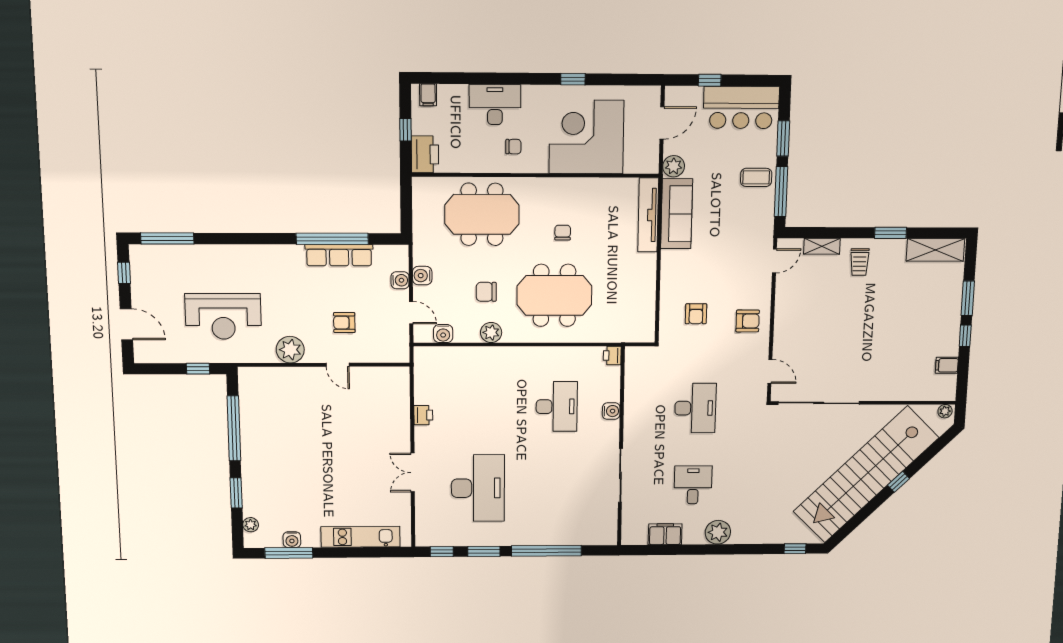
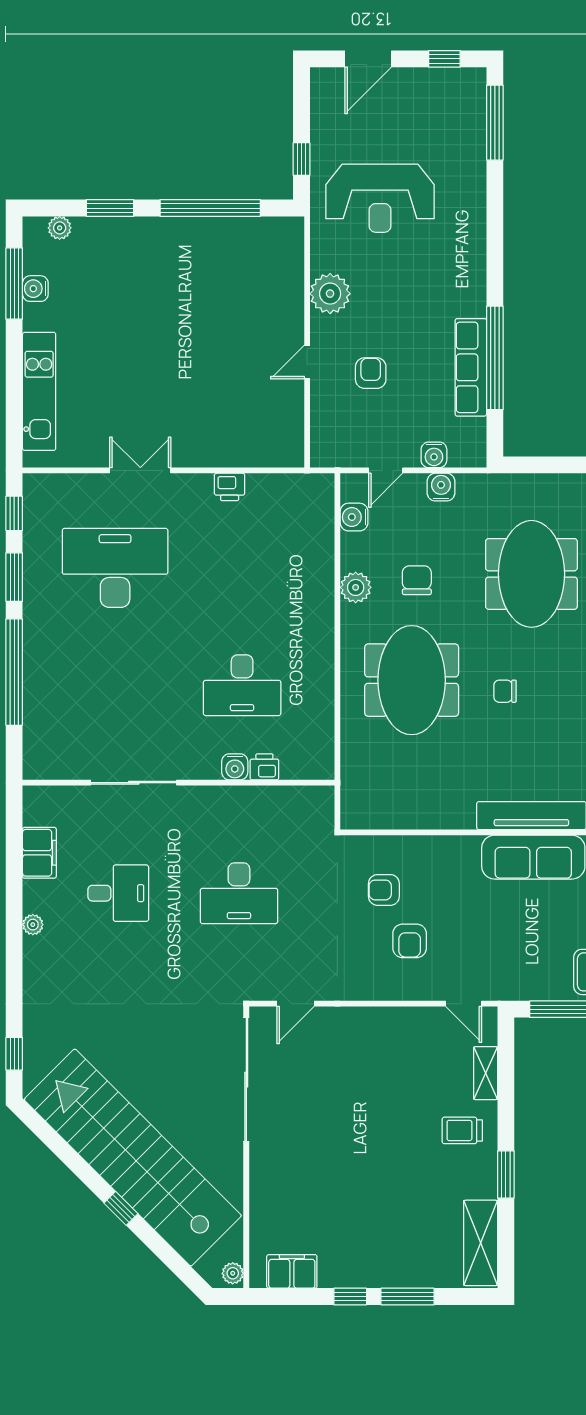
chair: (563, 233) -> (505, 691), turned 180
reception desk: (223, 316) -> (380, 198), turned -90
armchair: (748, 321) -> (410, 941), moved
printer: (612, 356) -> (264, 767), moved
filing cabinet: (947, 365) -> (292, 1271), width x2.00
desk: (478, 488) -> (115, 568), turned 180
plant: (718, 532) -> (33, 925), width x0.53, depth x0.53

